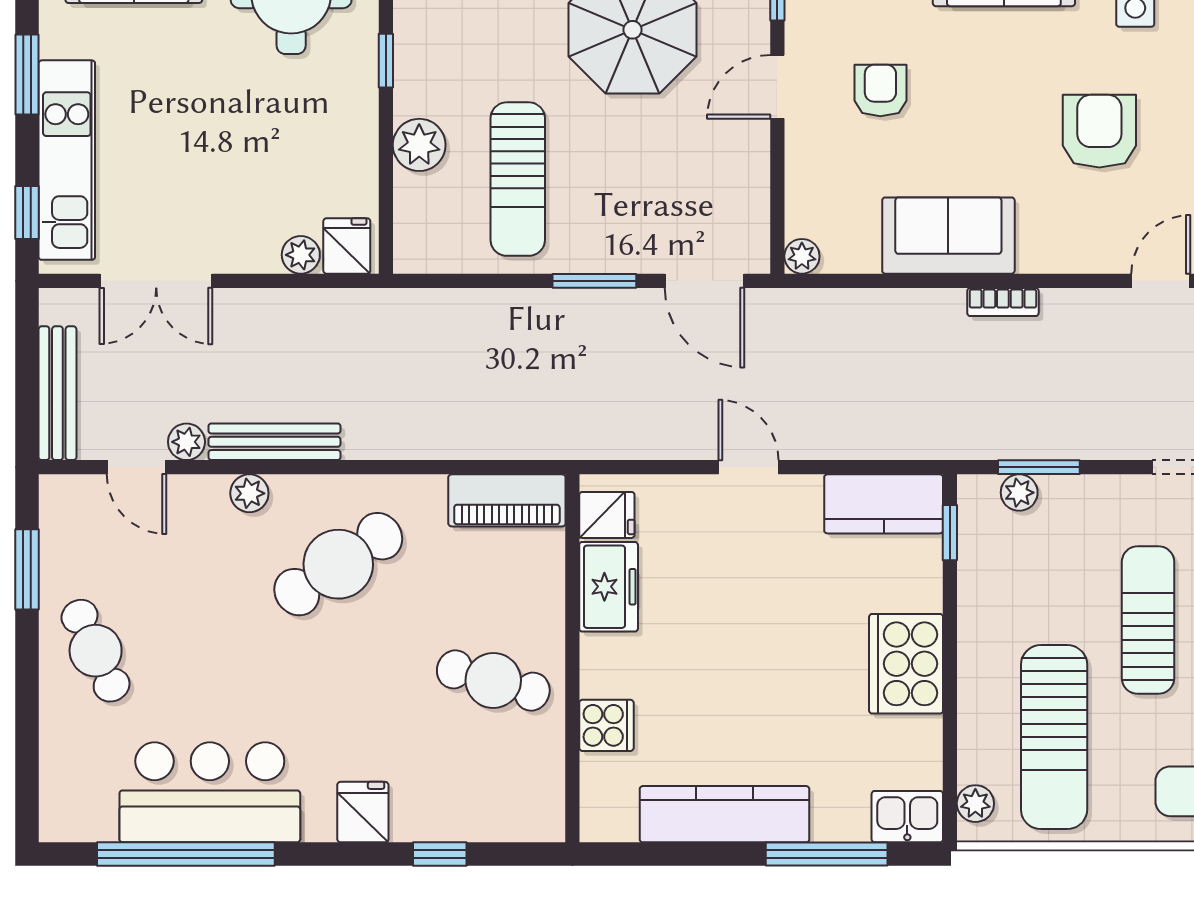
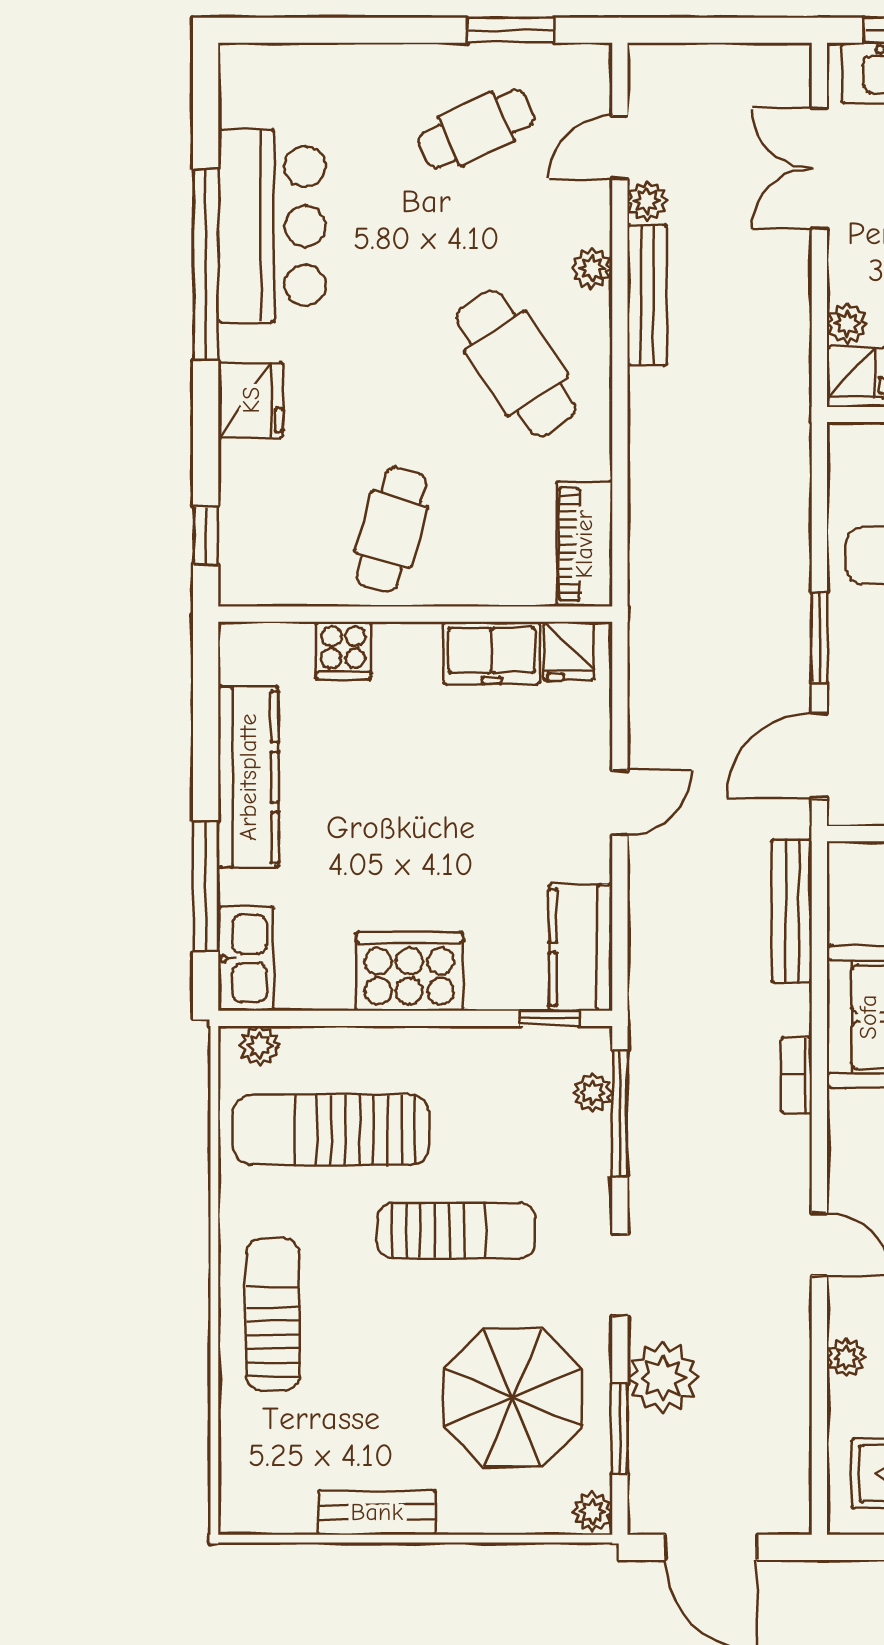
plant: (802, 256) -> (846, 860), removed
bench: (57, 393) -> (792, 911), moved, turned 90
window: (1039, 467) -> (620, 1114), width x1.44
cafe table: (96, 651) -> (476, 129), moved
fridge: (363, 812) -> (251, 400), width x1.38
kitchen sink: (907, 817) -> (246, 958), width x1.38
window: (186, 854) -> (206, 265), moved
window: (440, 854) -> (206, 535), moved

